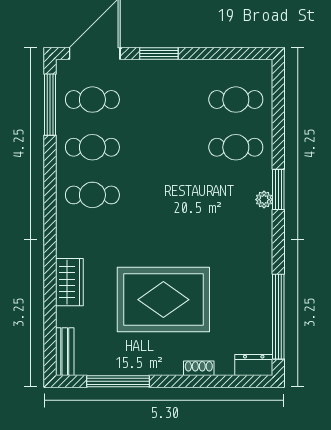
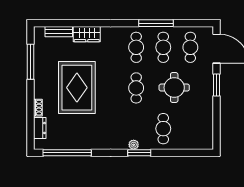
cafe table: (236, 100) -> (136, 88), moved
window: (50, 105) -> (156, 23), moved
round table: (163, 128) -> (174, 88), added
bench: (65, 352) -> (59, 32), moved
dresser: (254, 365) -> (40, 128), moved

